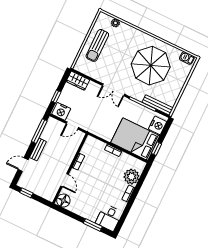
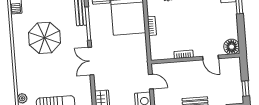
parasol: (151, 66) -> (45, 38), width x0.73, depth x0.73
double door: (113, 90) -> (91, 61), swing flipped
door: (64, 180) -> (211, 58), swing flipped

